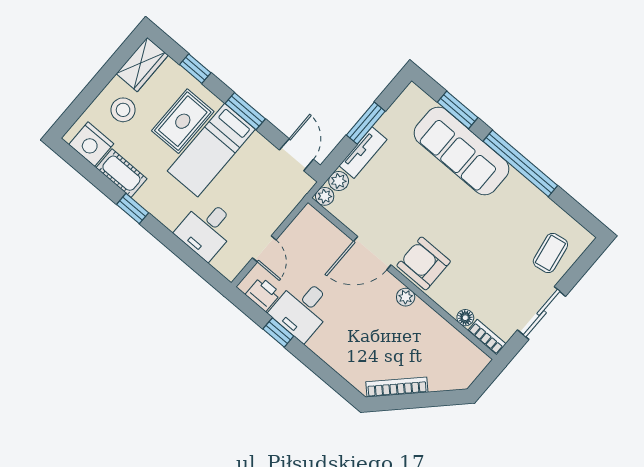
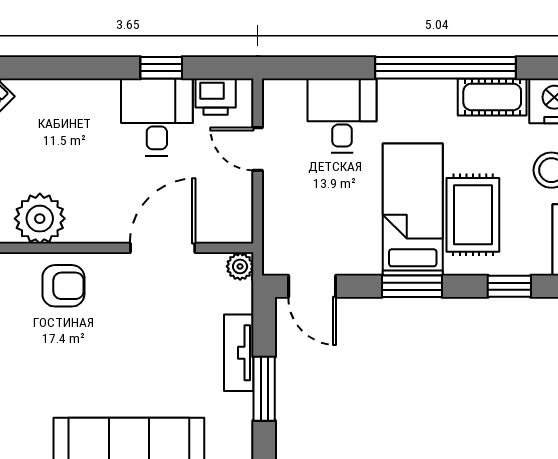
plant: (339, 181) -> (239, 297), removed
window: (133, 209) -> (446, 68), width x3.17
door: (372, 253) -> (163, 248), moved
armchair: (424, 263) -> (63, 286), width x0.72, depth x0.72
plant: (406, 297) -> (40, 219), width x1.87, depth x1.87

